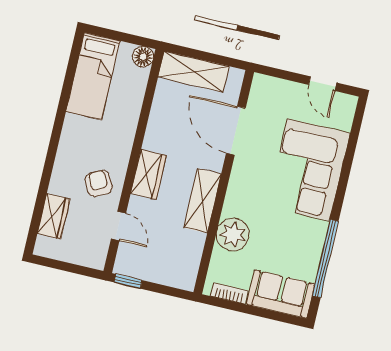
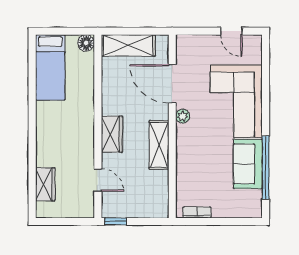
armchair: (99, 183) -> (74, 150), removed
plant: (233, 234) -> (183, 116), moved, width x0.53, depth x0.53
sofa: (281, 294) -> (248, 164), moved, turned -90

